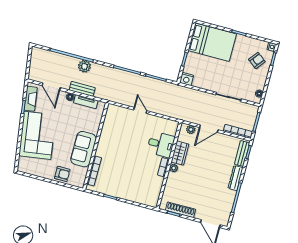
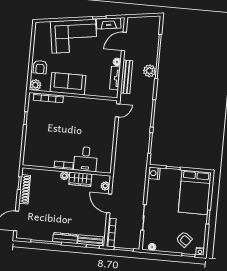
bench: (82, 89) -> (126, 77), width x1.36
door: (140, 110) -> (118, 110), moved
plant: (79, 182) -> (35, 85), added

